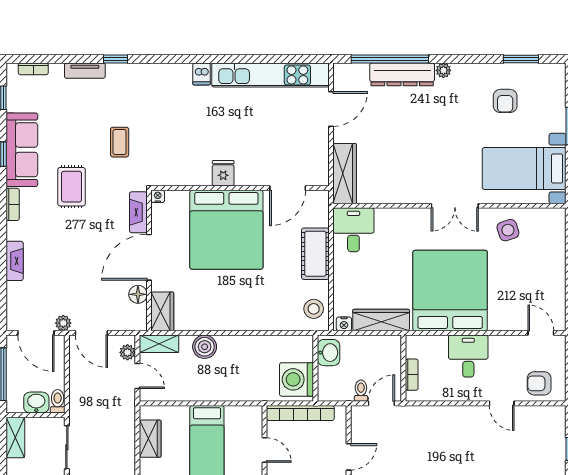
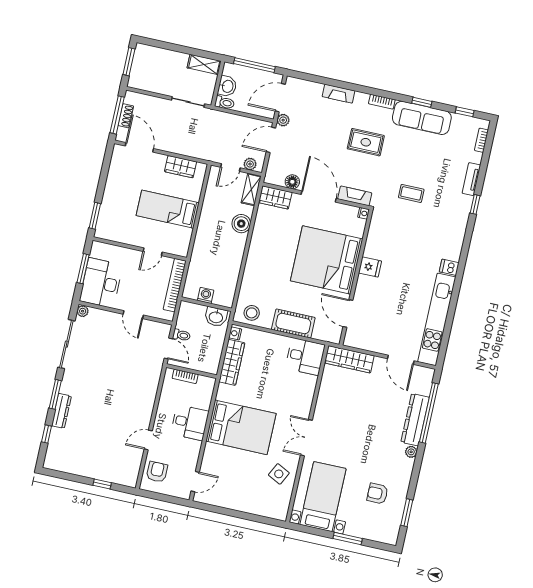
rug: (72, 187) -> (366, 142), moved
side table: (508, 230) -> (279, 474), turned 45
bed: (450, 291) -> (241, 427), width x0.73
washing machine: (297, 379) -> (206, 295), width x0.53, depth x0.53

